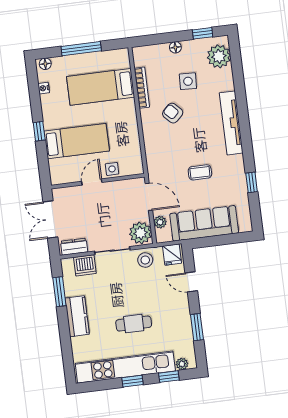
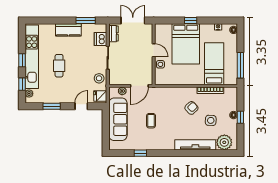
window: (203, 33) -> (240, 117), moved
window: (81, 49) -> (240, 65), moved
tv unit: (231, 123) -> (195, 145), moved
bed: (77, 141) -> (186, 44), width x1.50
plant: (140, 233) -> (117, 77), removed

